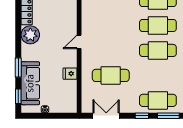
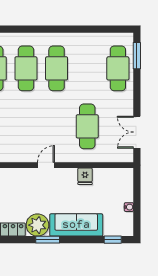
door: (79, 42) -> (46, 165), swing flipped
window: (18, 68) -> (48, 240), moved
sofa: (30, 83) -> (76, 225), moved
window: (142, 116) -> (137, 88), removed

